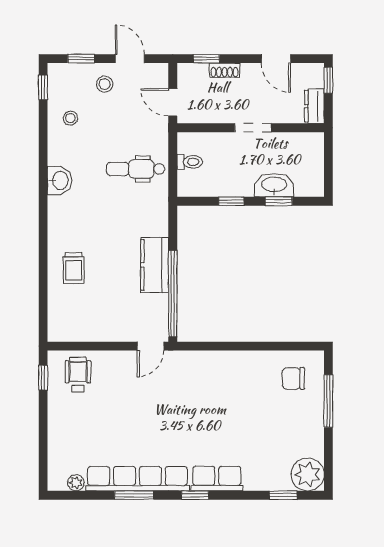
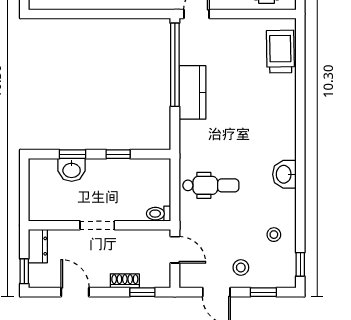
toilet: (190, 162) -> (159, 214), moved
washbasin: (274, 185) -> (72, 170), width x0.72
trolley: (74, 268) -> (280, 52), moved, width x1.36, depth x1.39

